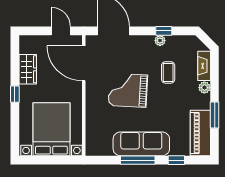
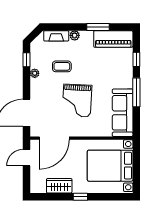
window: (164, 31) -> (27, 60), moved
sofa: (141, 144) -> (123, 113), moved

